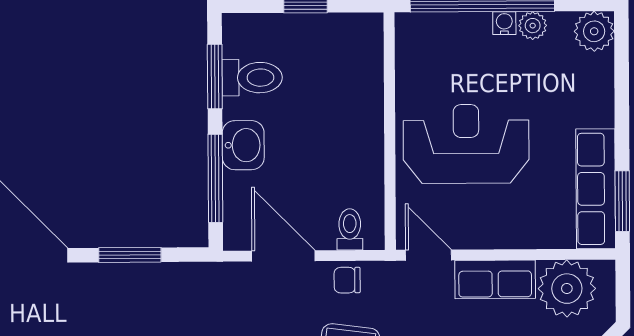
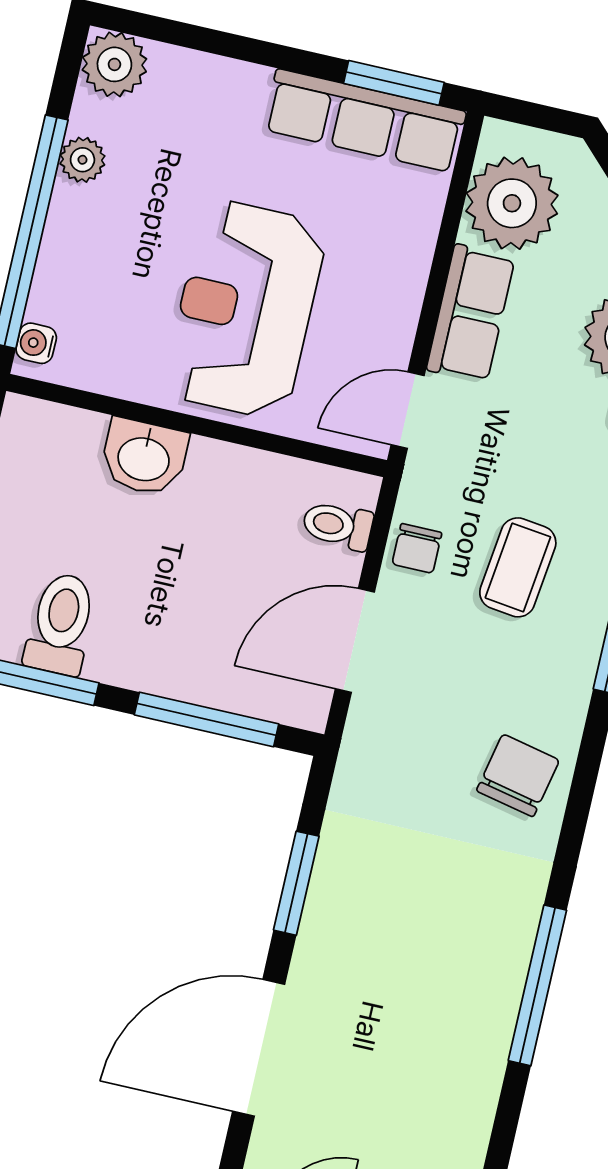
water cooler: (504, 23) -> (36, 343), moved
washbasin: (243, 145) -> (144, 457), moved, turned 180

